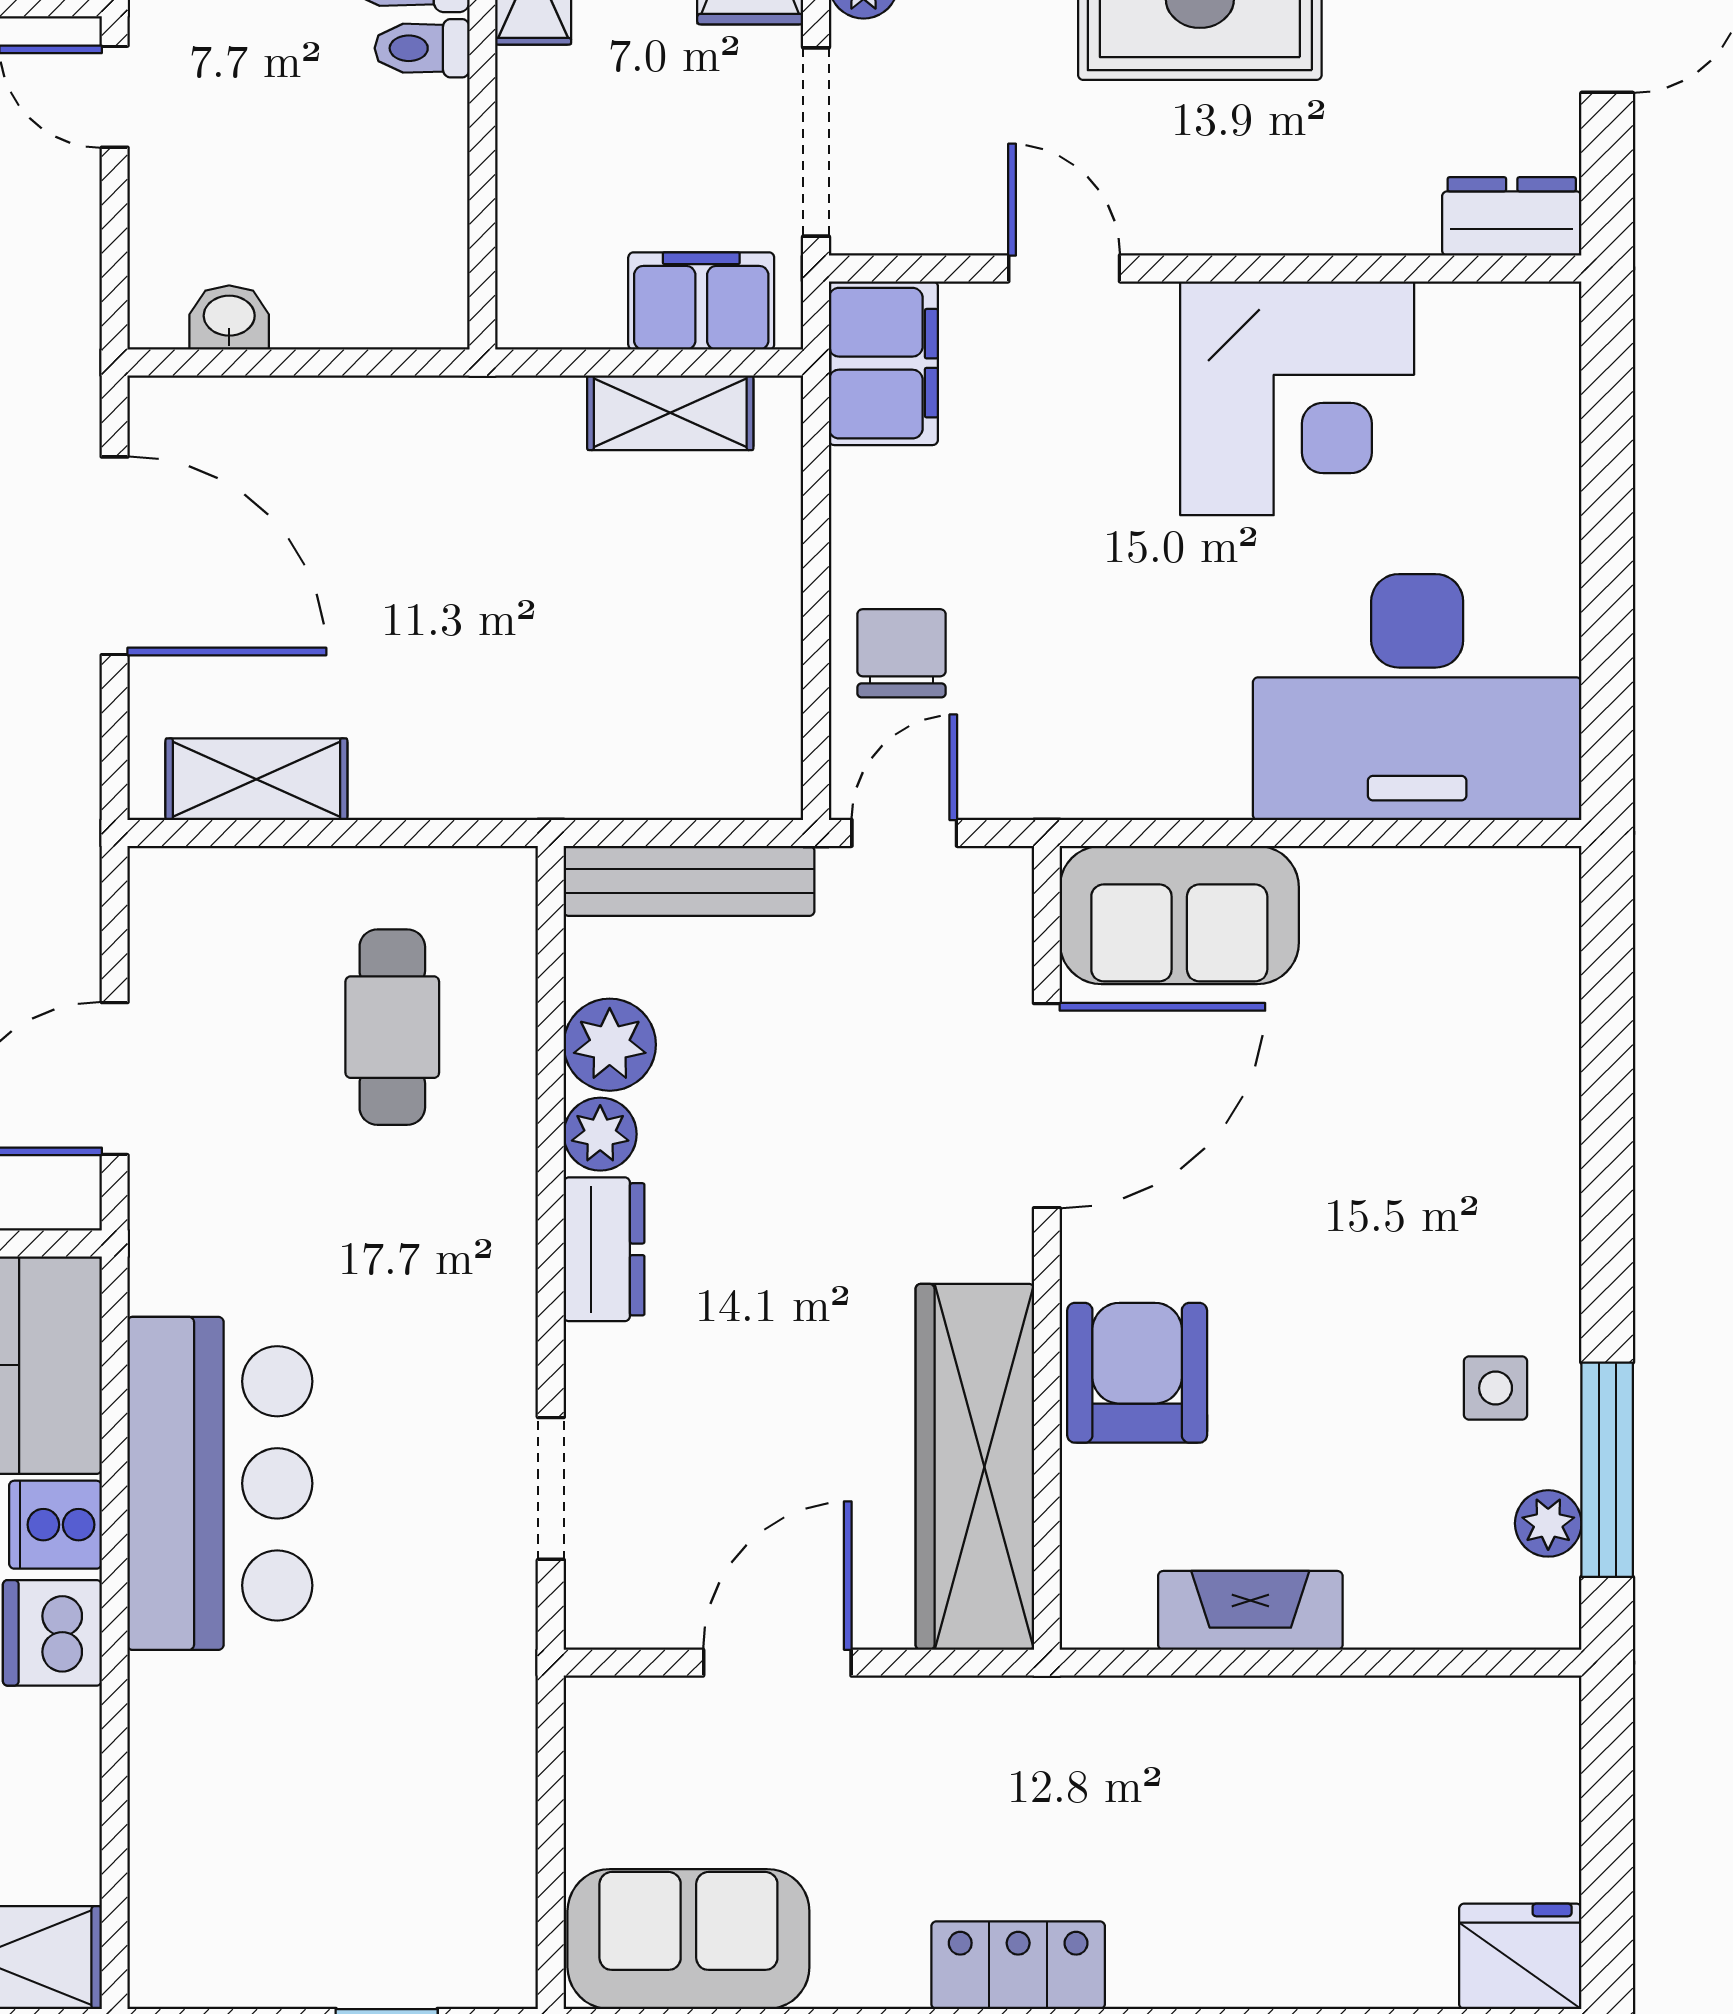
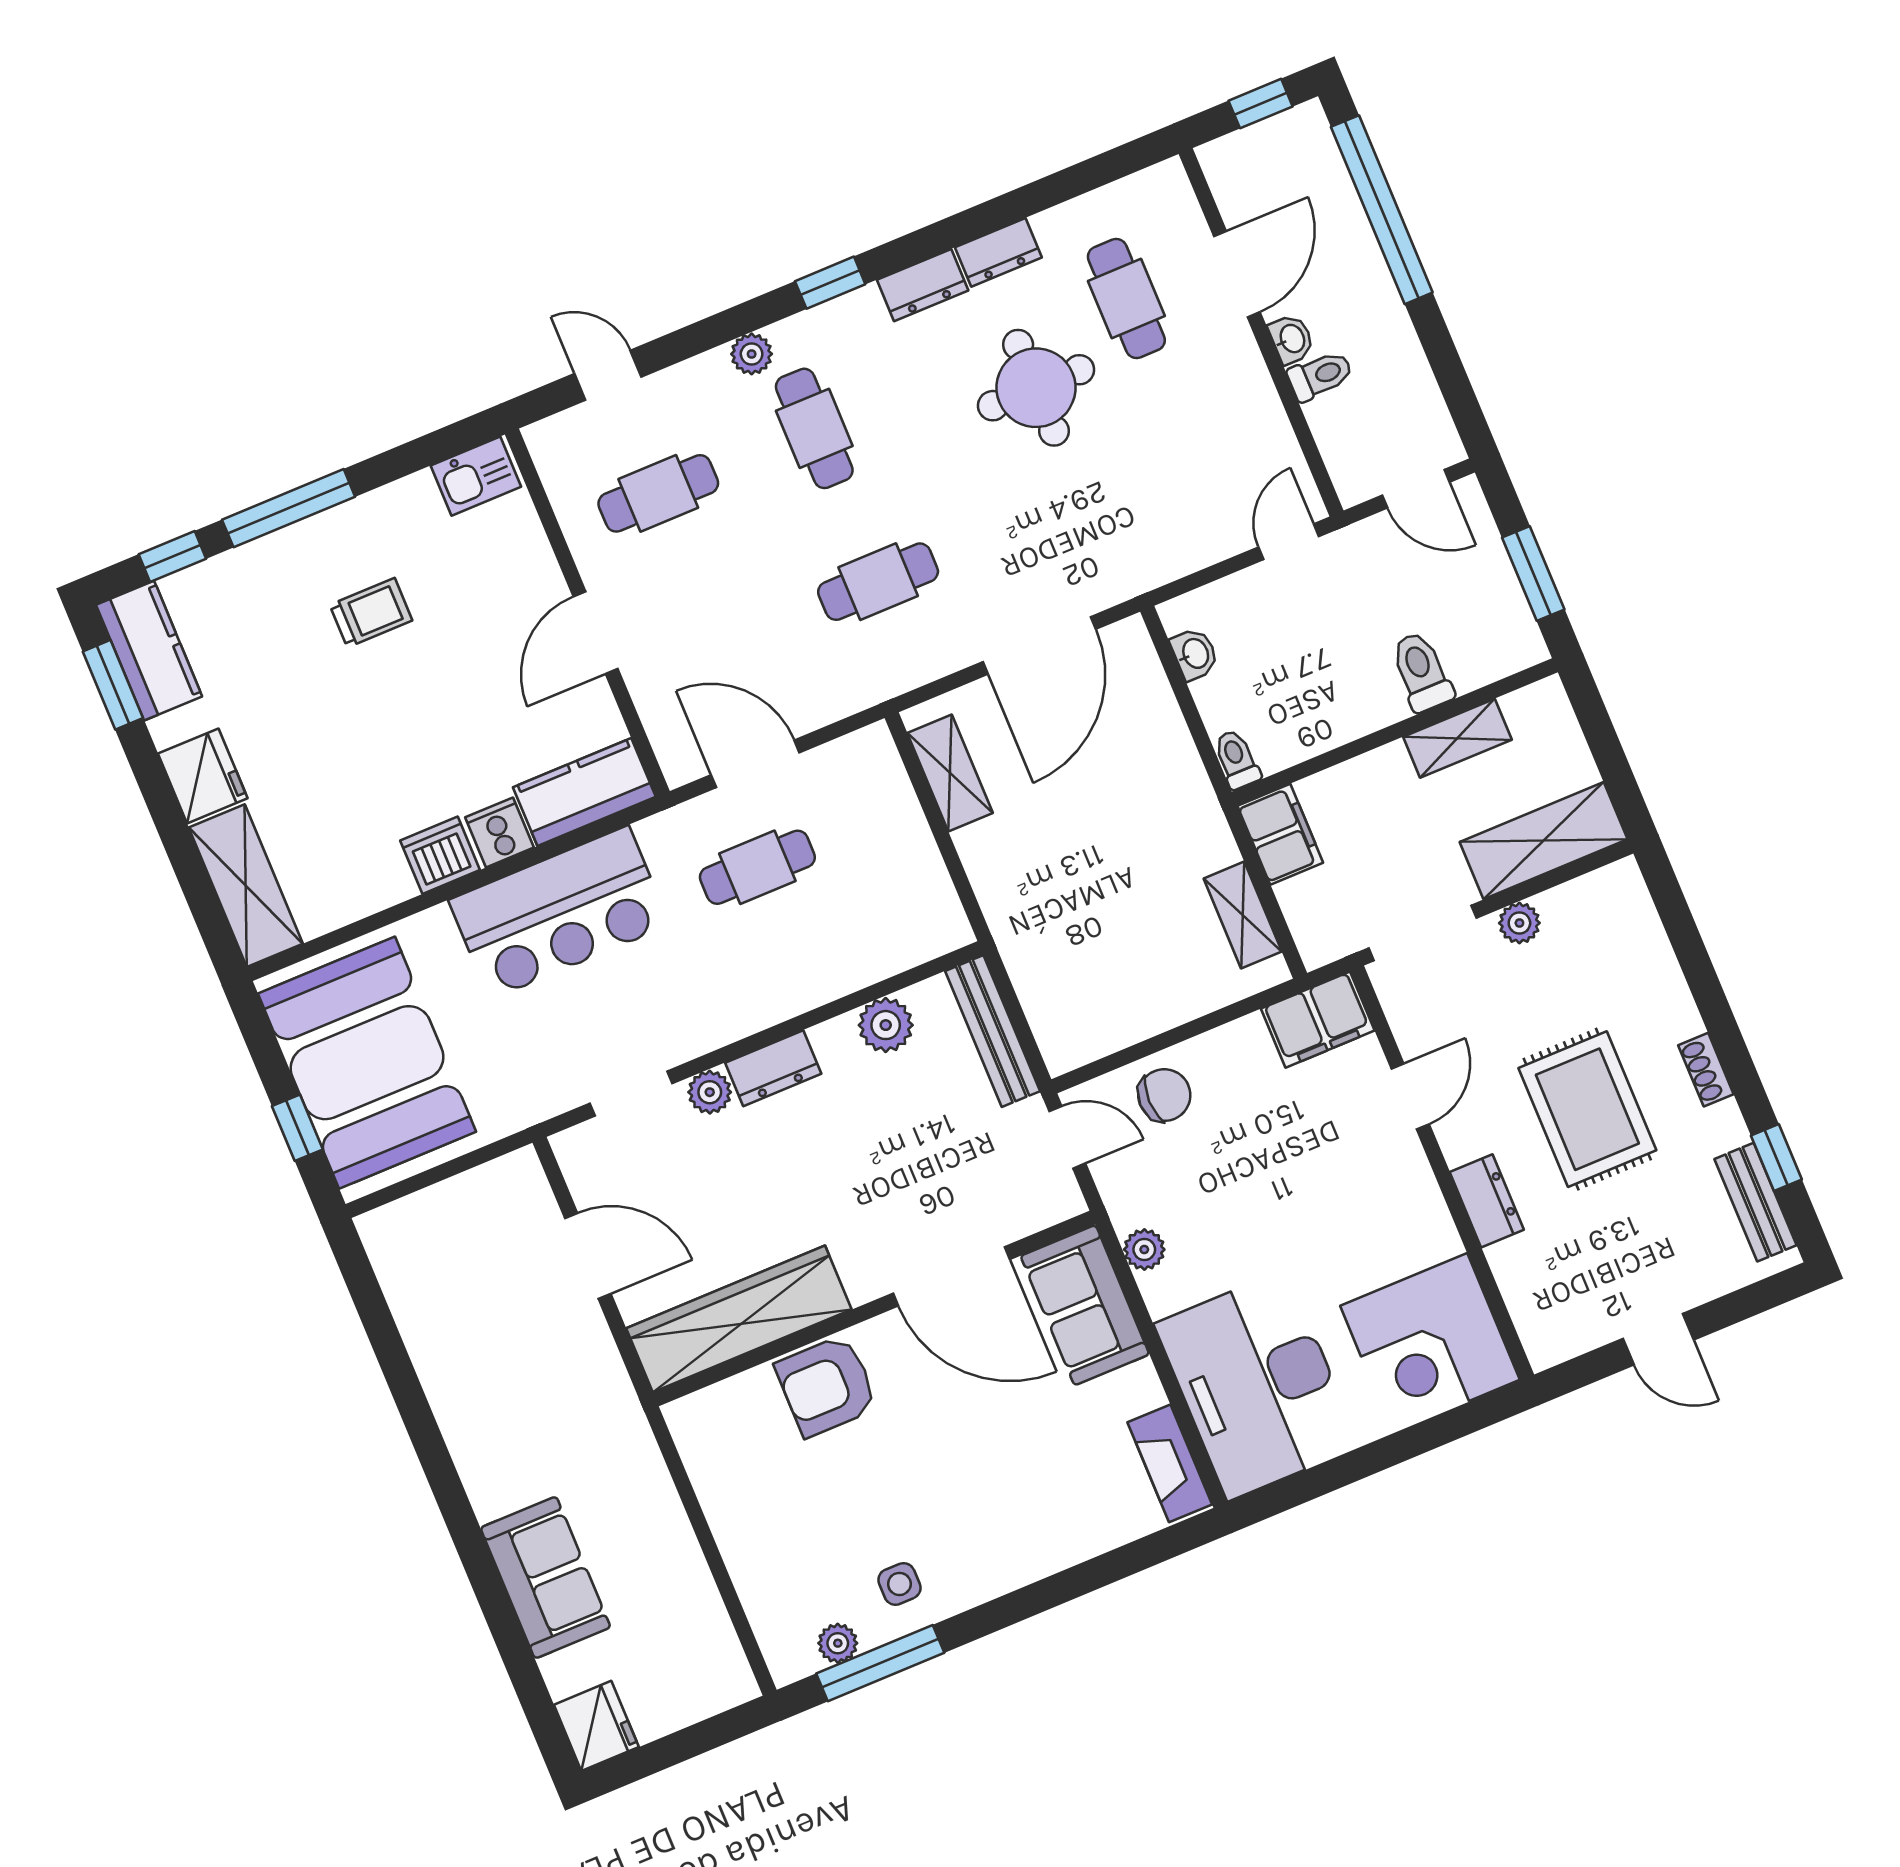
toilet: (422, 48) -> (1237, 759), moved
dresser: (1512, 216) -> (1487, 1201), moved
filing cabinet: (701, 301) -> (1280, 834), moved
corner desk: (1297, 398) -> (1430, 1343), moved
plant: (1131, 785) -> (1144, 1249), added
cafe table: (392, 1027) -> (757, 867), moved
plant: (600, 1134) -> (710, 1092), moved
armchair: (1137, 1373) -> (827, 1386), turned 180
fireplace: (1250, 1610) -> (1170, 1463), moved, turned 180
booth: (330, 1883) -> (367, 1063), added
sofa: (688, 1939) -> (545, 1577), moved
locker: (1018, 1965) -> (478, 1455), removed

